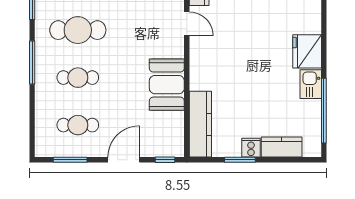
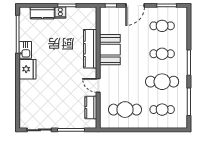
kitchen counter: (200, 124) -> (90, 49), moved

